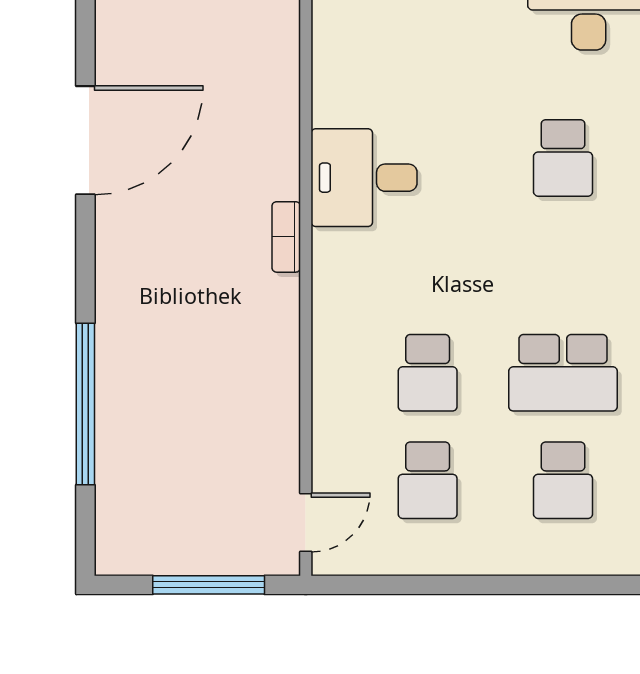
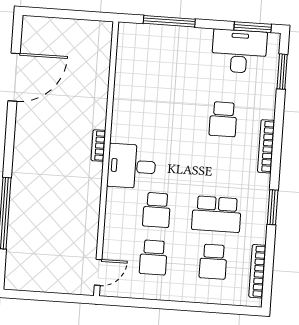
door: (85, 140) -> (14, 77), moved
desk: (364, 178) -> (131, 166), moved
window: (209, 585) -> (53, 297), removed

